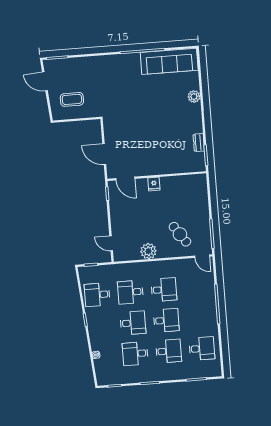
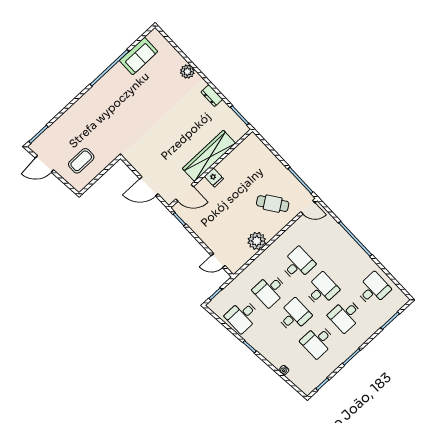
sofa: (169, 61) -> (139, 56), width x0.54, depth x0.79
dresser: (199, 143) -> (212, 96), moved
wardrobe: (162, 166) -> (209, 156), added
desk: (169, 351) -> (346, 315), turned 180

